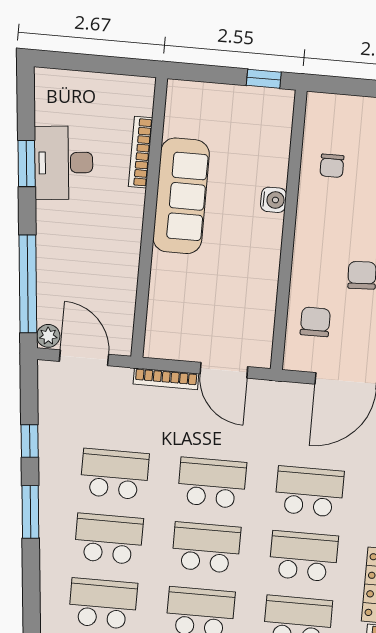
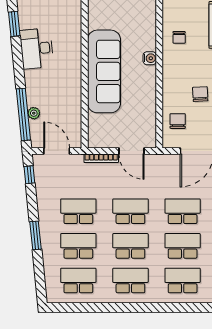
bookcase: (140, 152) -> (77, 39), removed
window: (27, 163) -> (14, 24), moved
sofa: (181, 196) -> (104, 71), width x1.36, depth x1.27
plant: (48, 336) -> (34, 113), moved
window: (30, 441) -> (29, 175), moved

